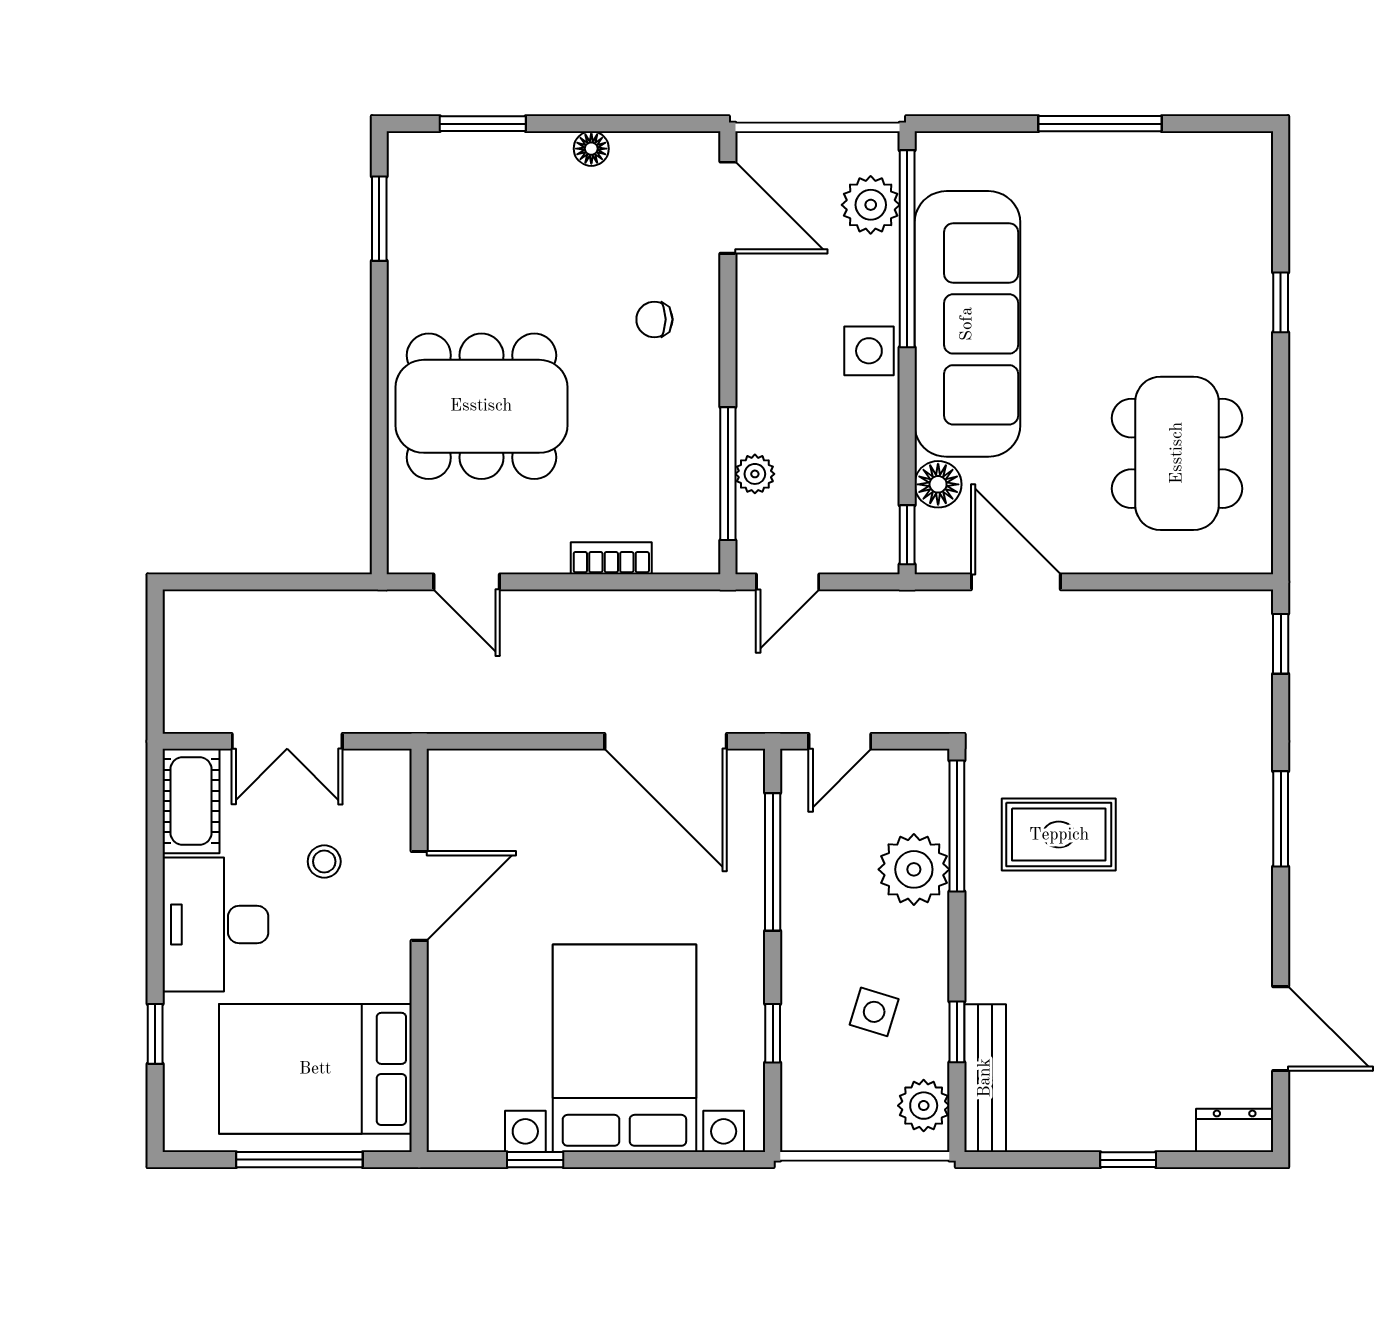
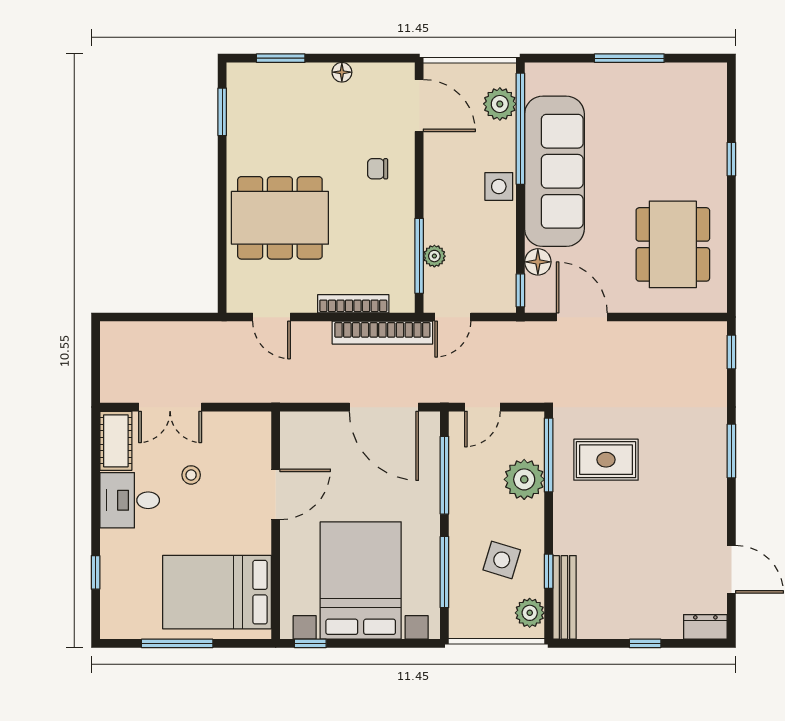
bookcase: (611, 558) -> (353, 304), width x1.56
bookcase: (663, 610) -> (382, 333), added
door: (419, 896) -> (276, 494), moved
desk: (215, 924) -> (130, 500), width x0.73
wall: (419, 950) -> (276, 525), moved
side table: (874, 1012) -> (502, 560), width x1.37, depth x1.37
window: (773, 1033) -> (444, 572), width x2.17
bed: (315, 1069) -> (217, 592), moved

